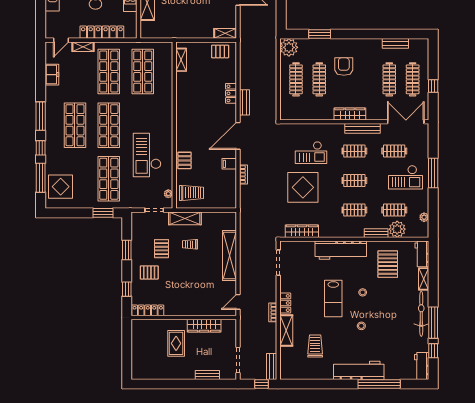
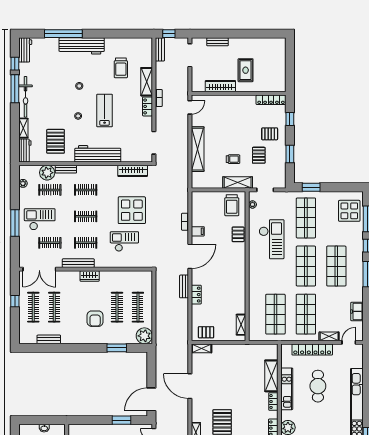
wardrobe: (350, 114) -> (90, 276), width x0.67
trolley: (191, 193) -> (232, 205), turned -90

